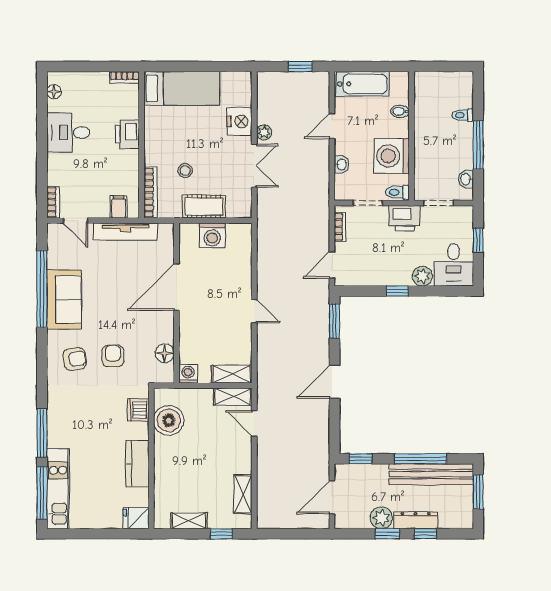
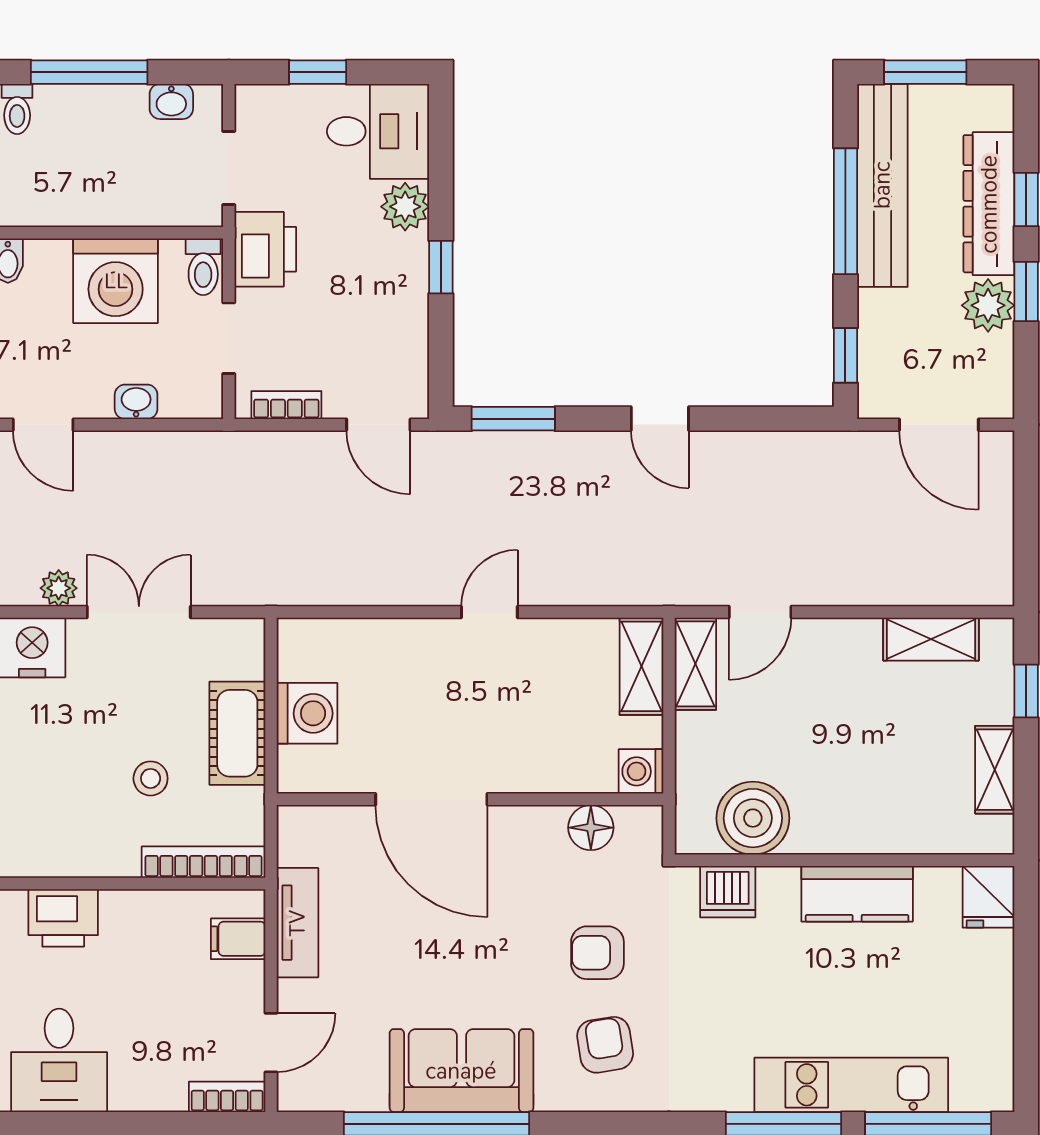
tv unit: (125, 231) -> (297, 923), width x0.71
door: (334, 382) -> (660, 419), width x0.73
kitchen unit: (58, 489) -> (851, 1085), moved
dresser: (416, 520) -> (989, 204), width x1.37, depth x1.24

